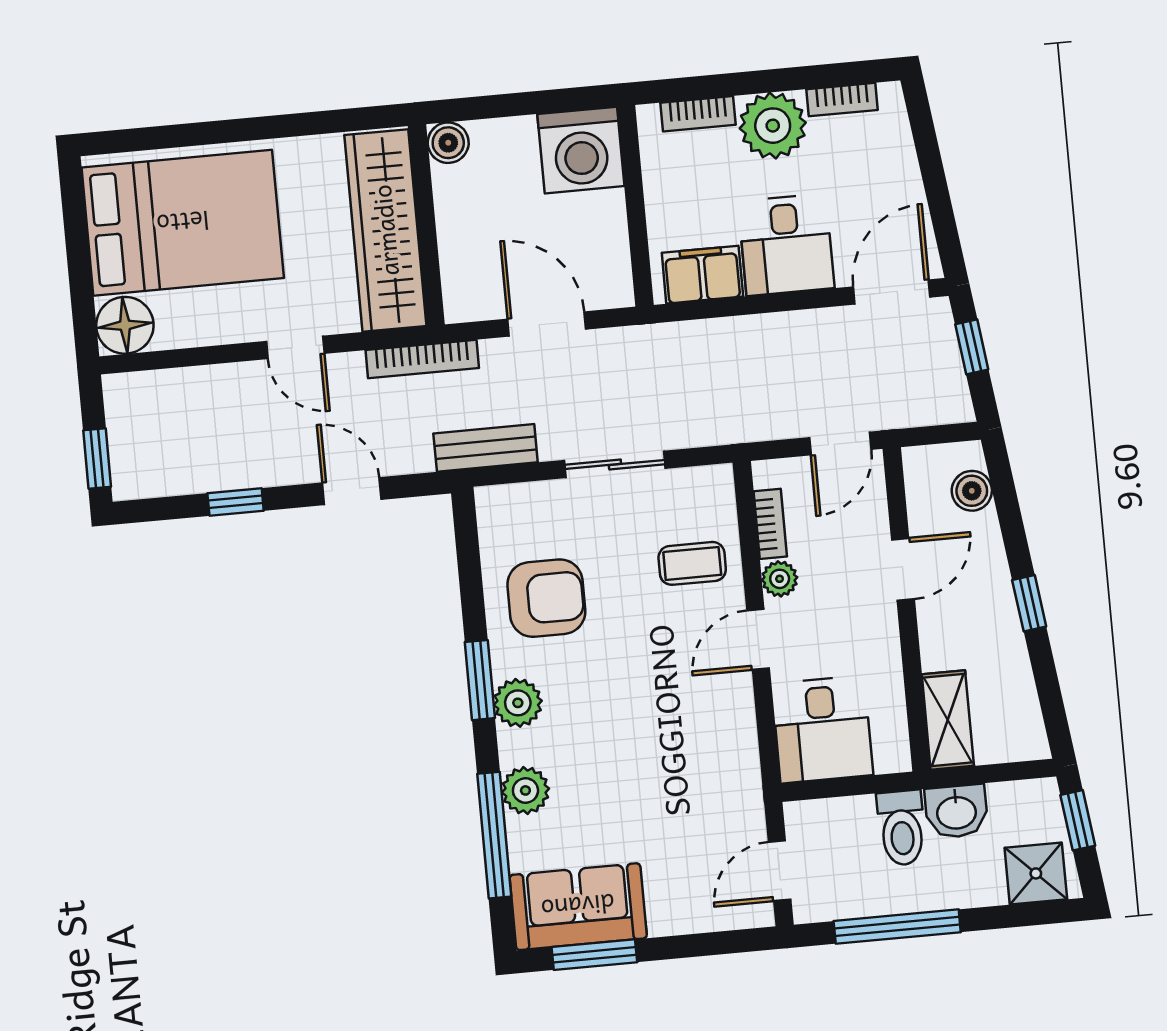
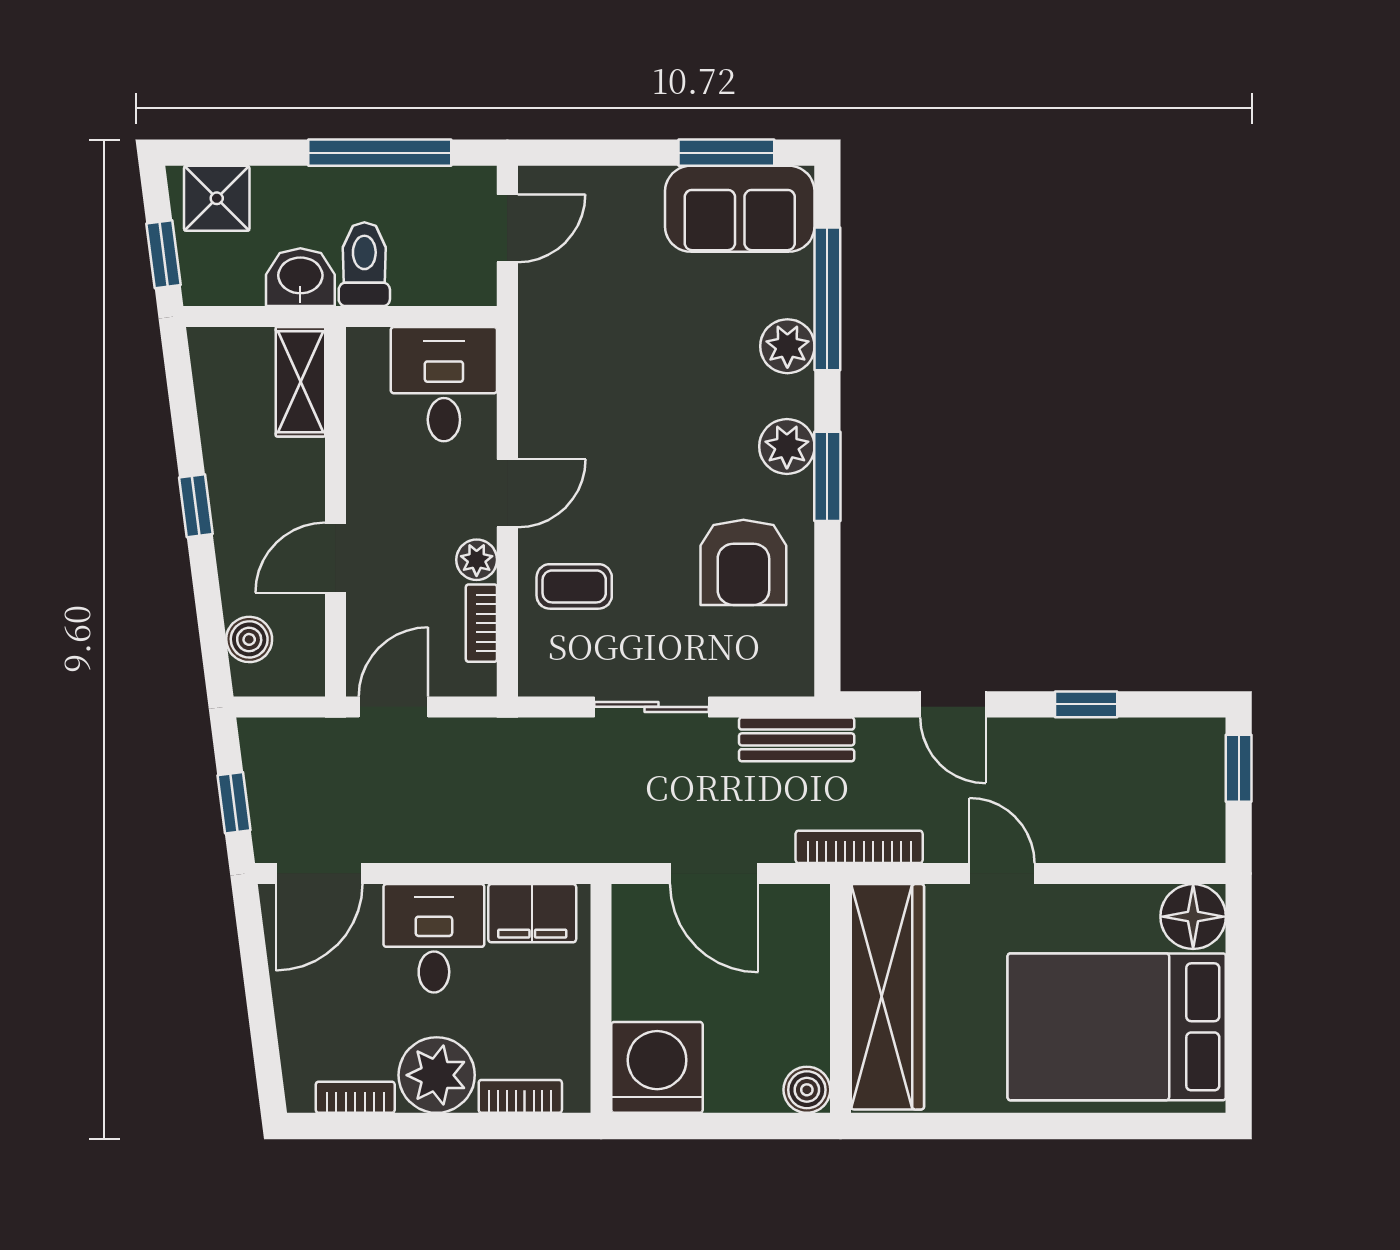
armchair: (546, 598) -> (743, 562), turned -90

